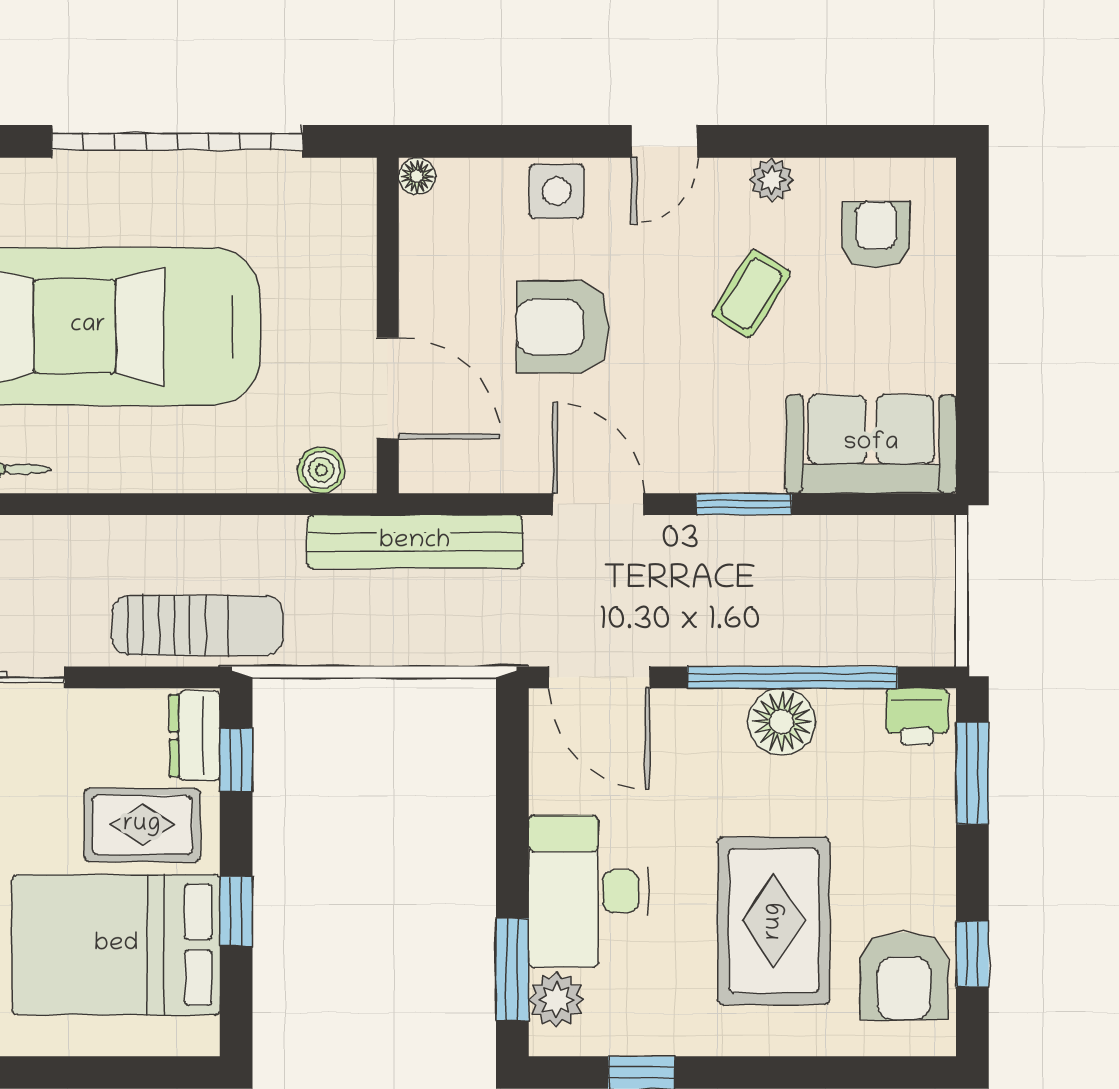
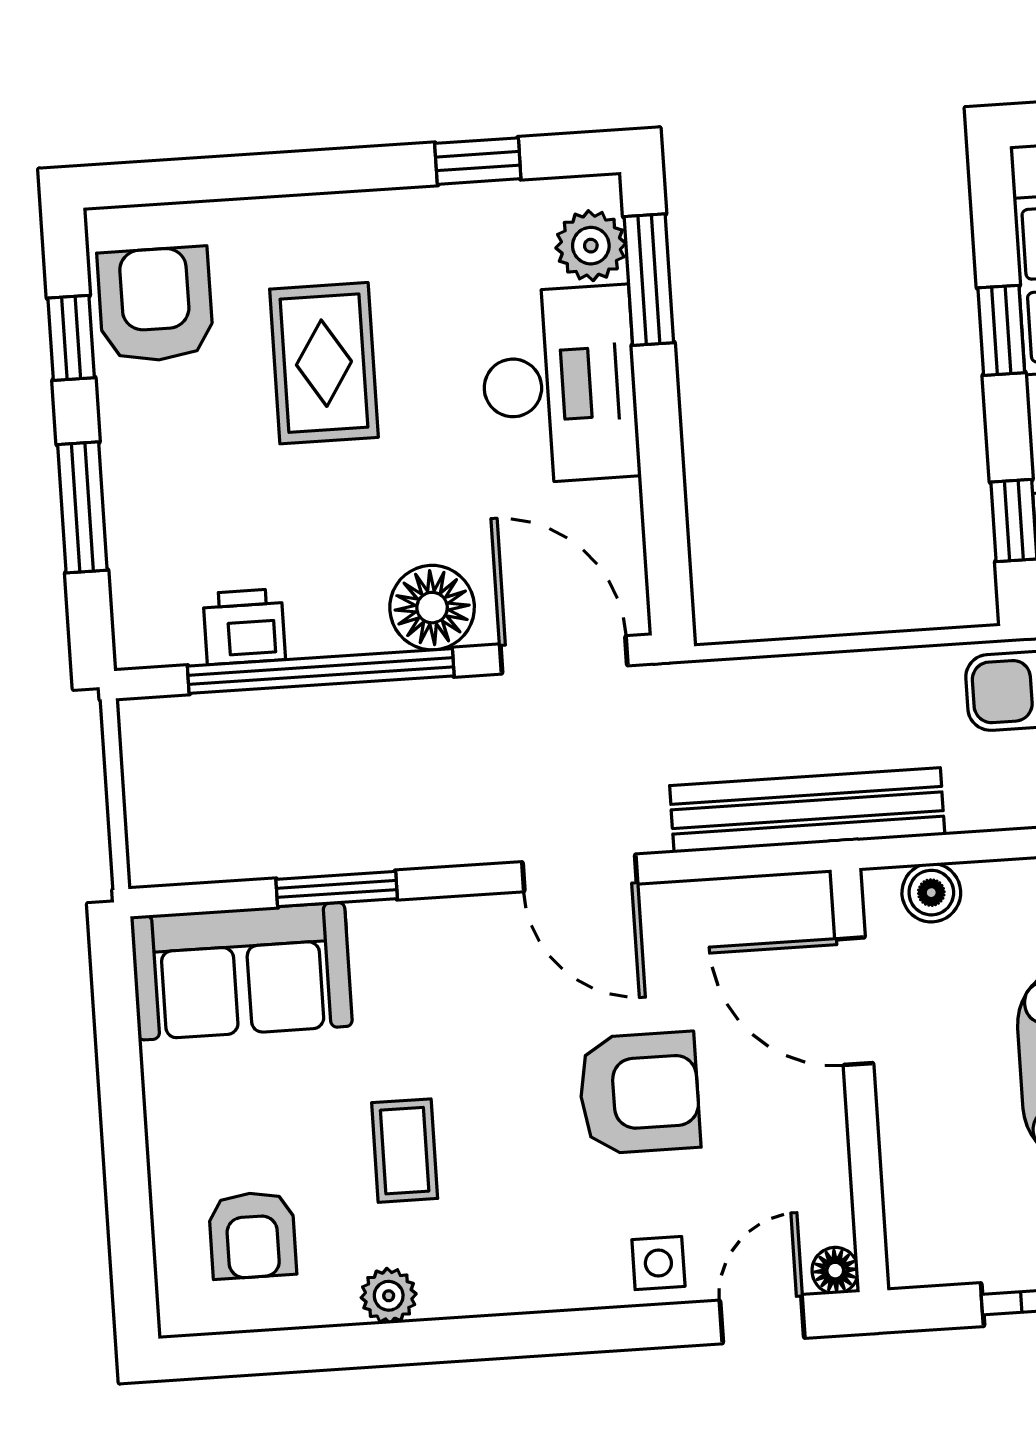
door: (664, 141) -> (762, 1319), moved
side table: (556, 191) -> (658, 1263), width x0.73, depth x0.73
coffee table: (751, 294) -> (405, 1151), turned -32
window: (744, 504) -> (337, 889), moved
printer: (917, 716) -> (244, 627), moved
floor lamp: (782, 722) -> (432, 608), moved
window: (972, 773) -> (82, 507), moved
rug: (774, 921) -> (324, 363), width x0.73, depth x0.70

